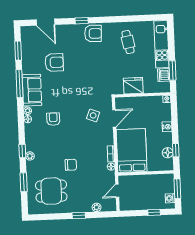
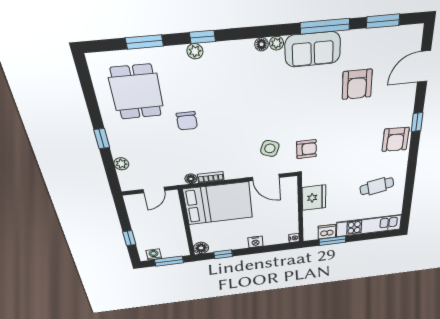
armchair: (53, 119) -> (307, 149), moved
floor lamp: (168, 153) -> (201, 248), moved
door: (117, 191) -> (154, 190), swing flipped

